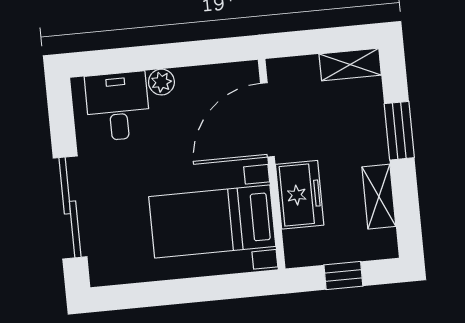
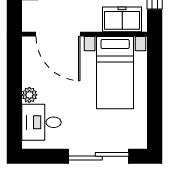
freezer: (300, 195) -> (122, 19), moved

